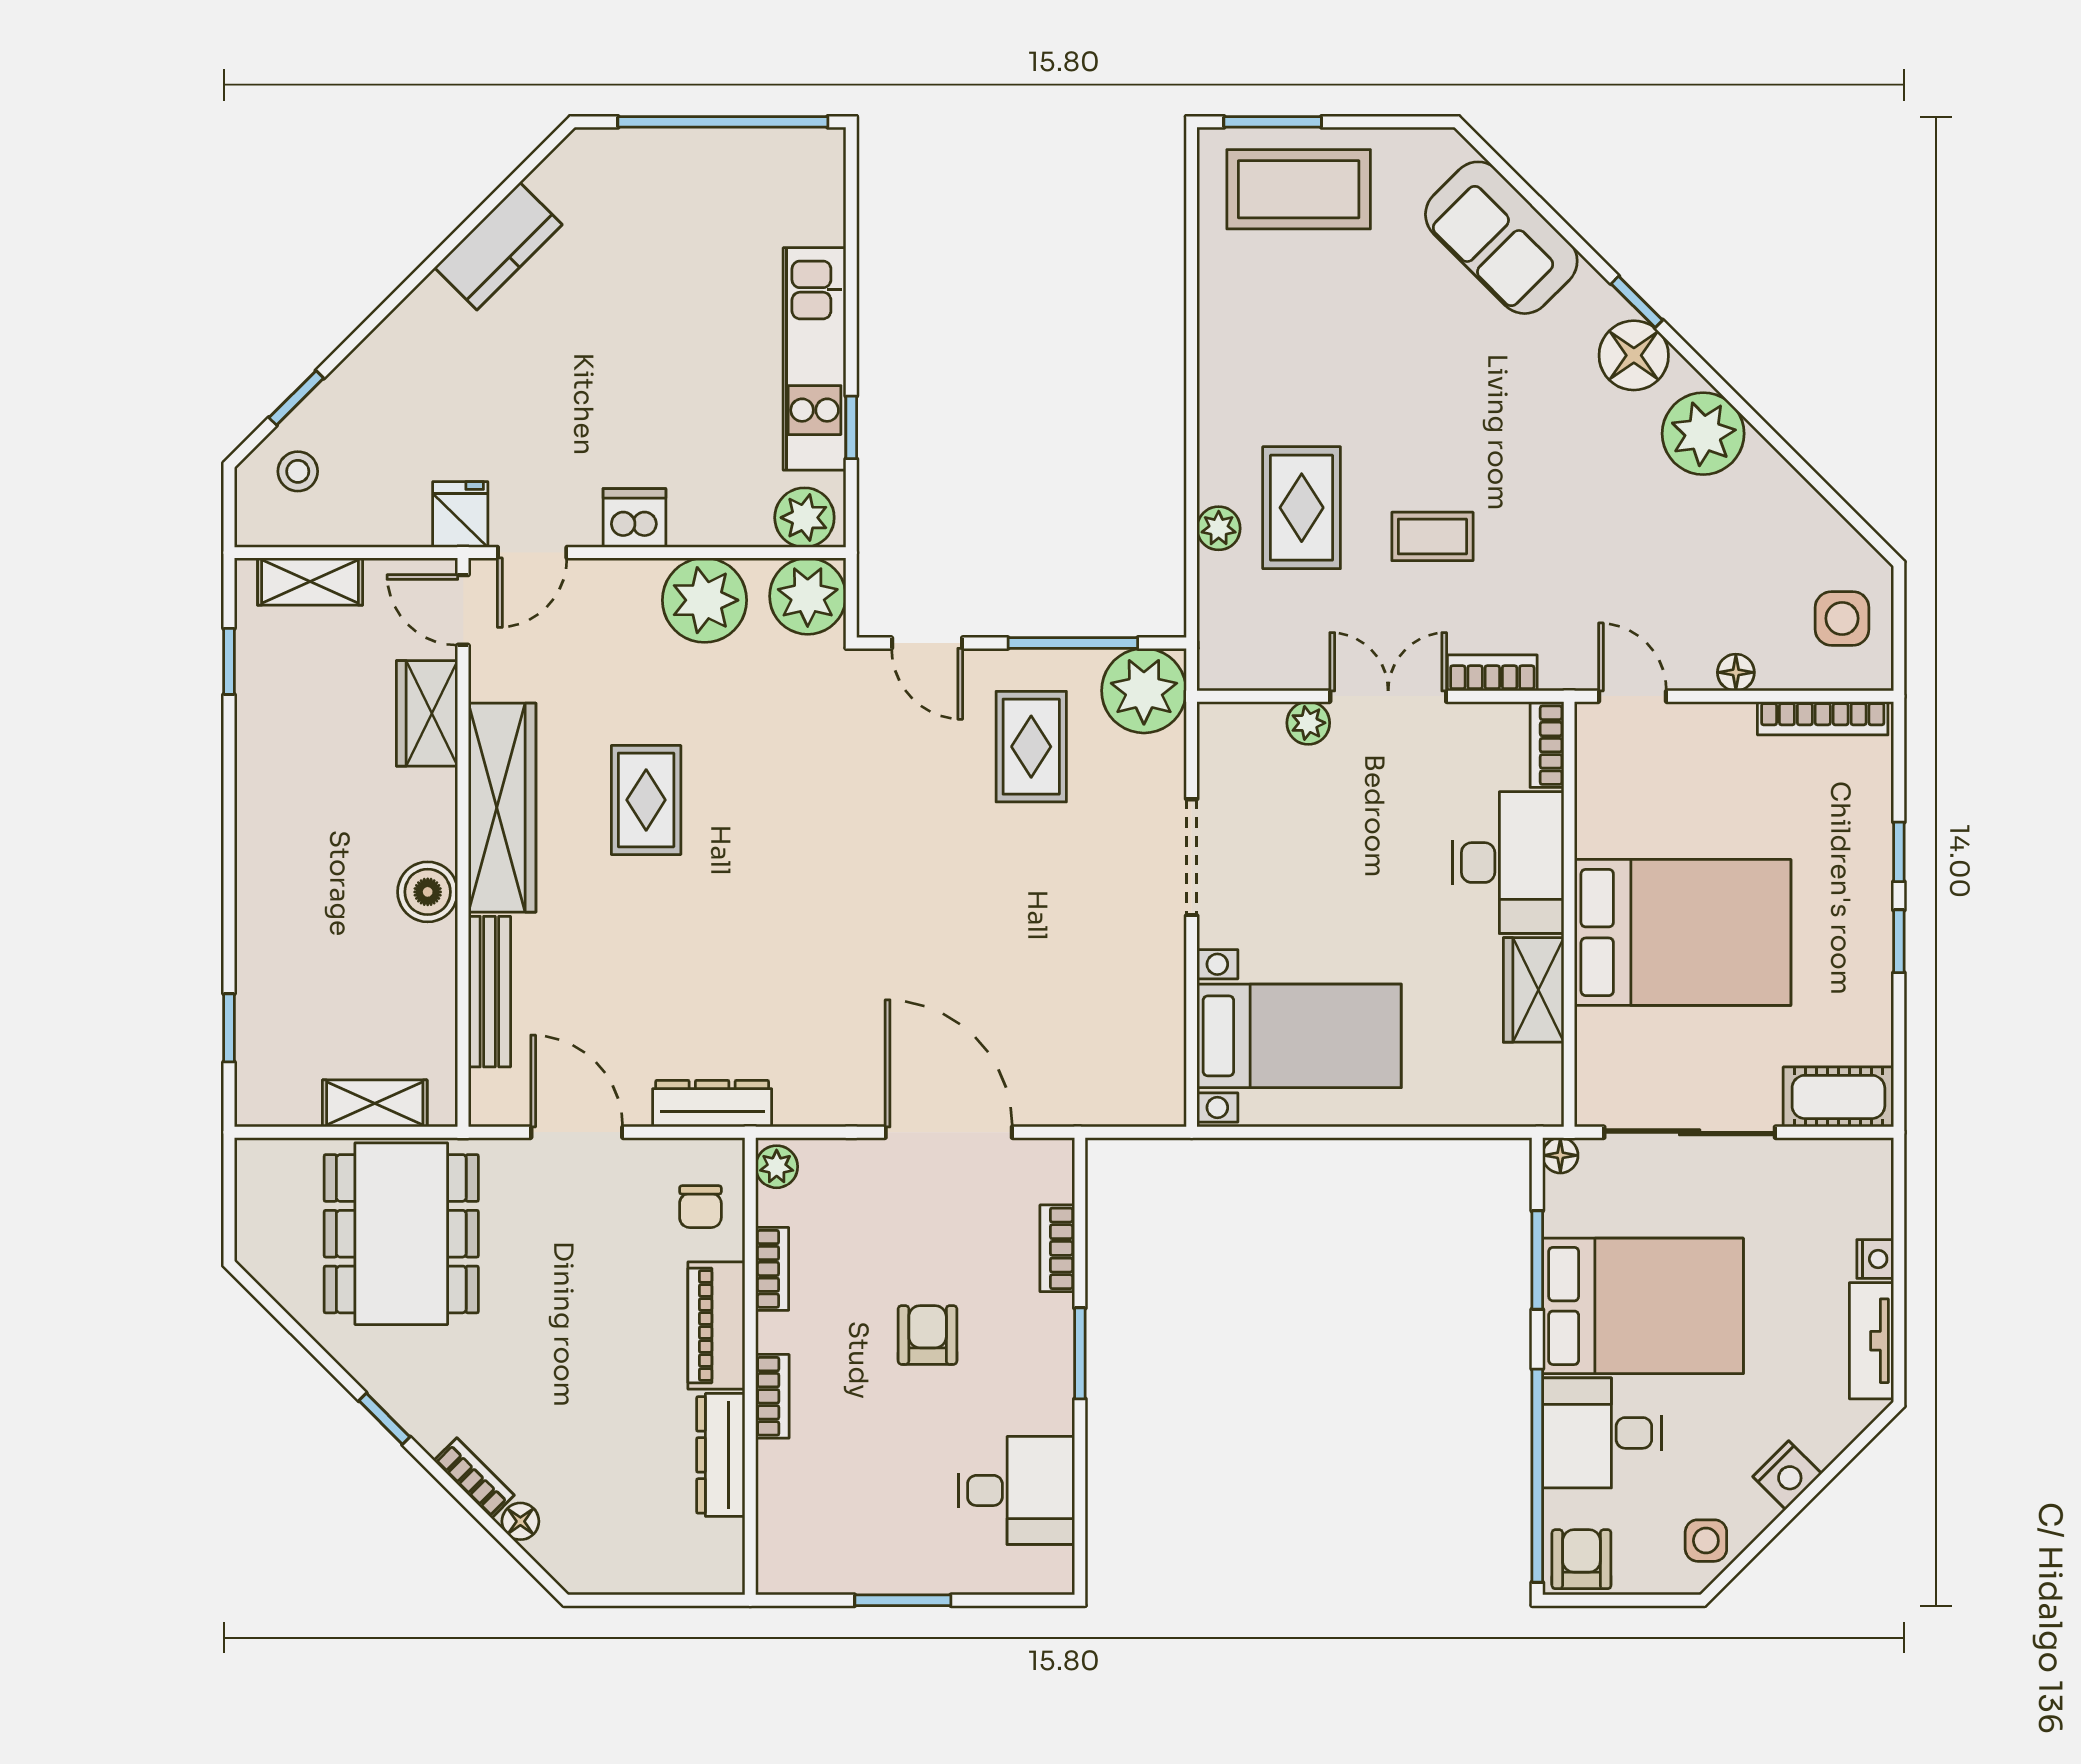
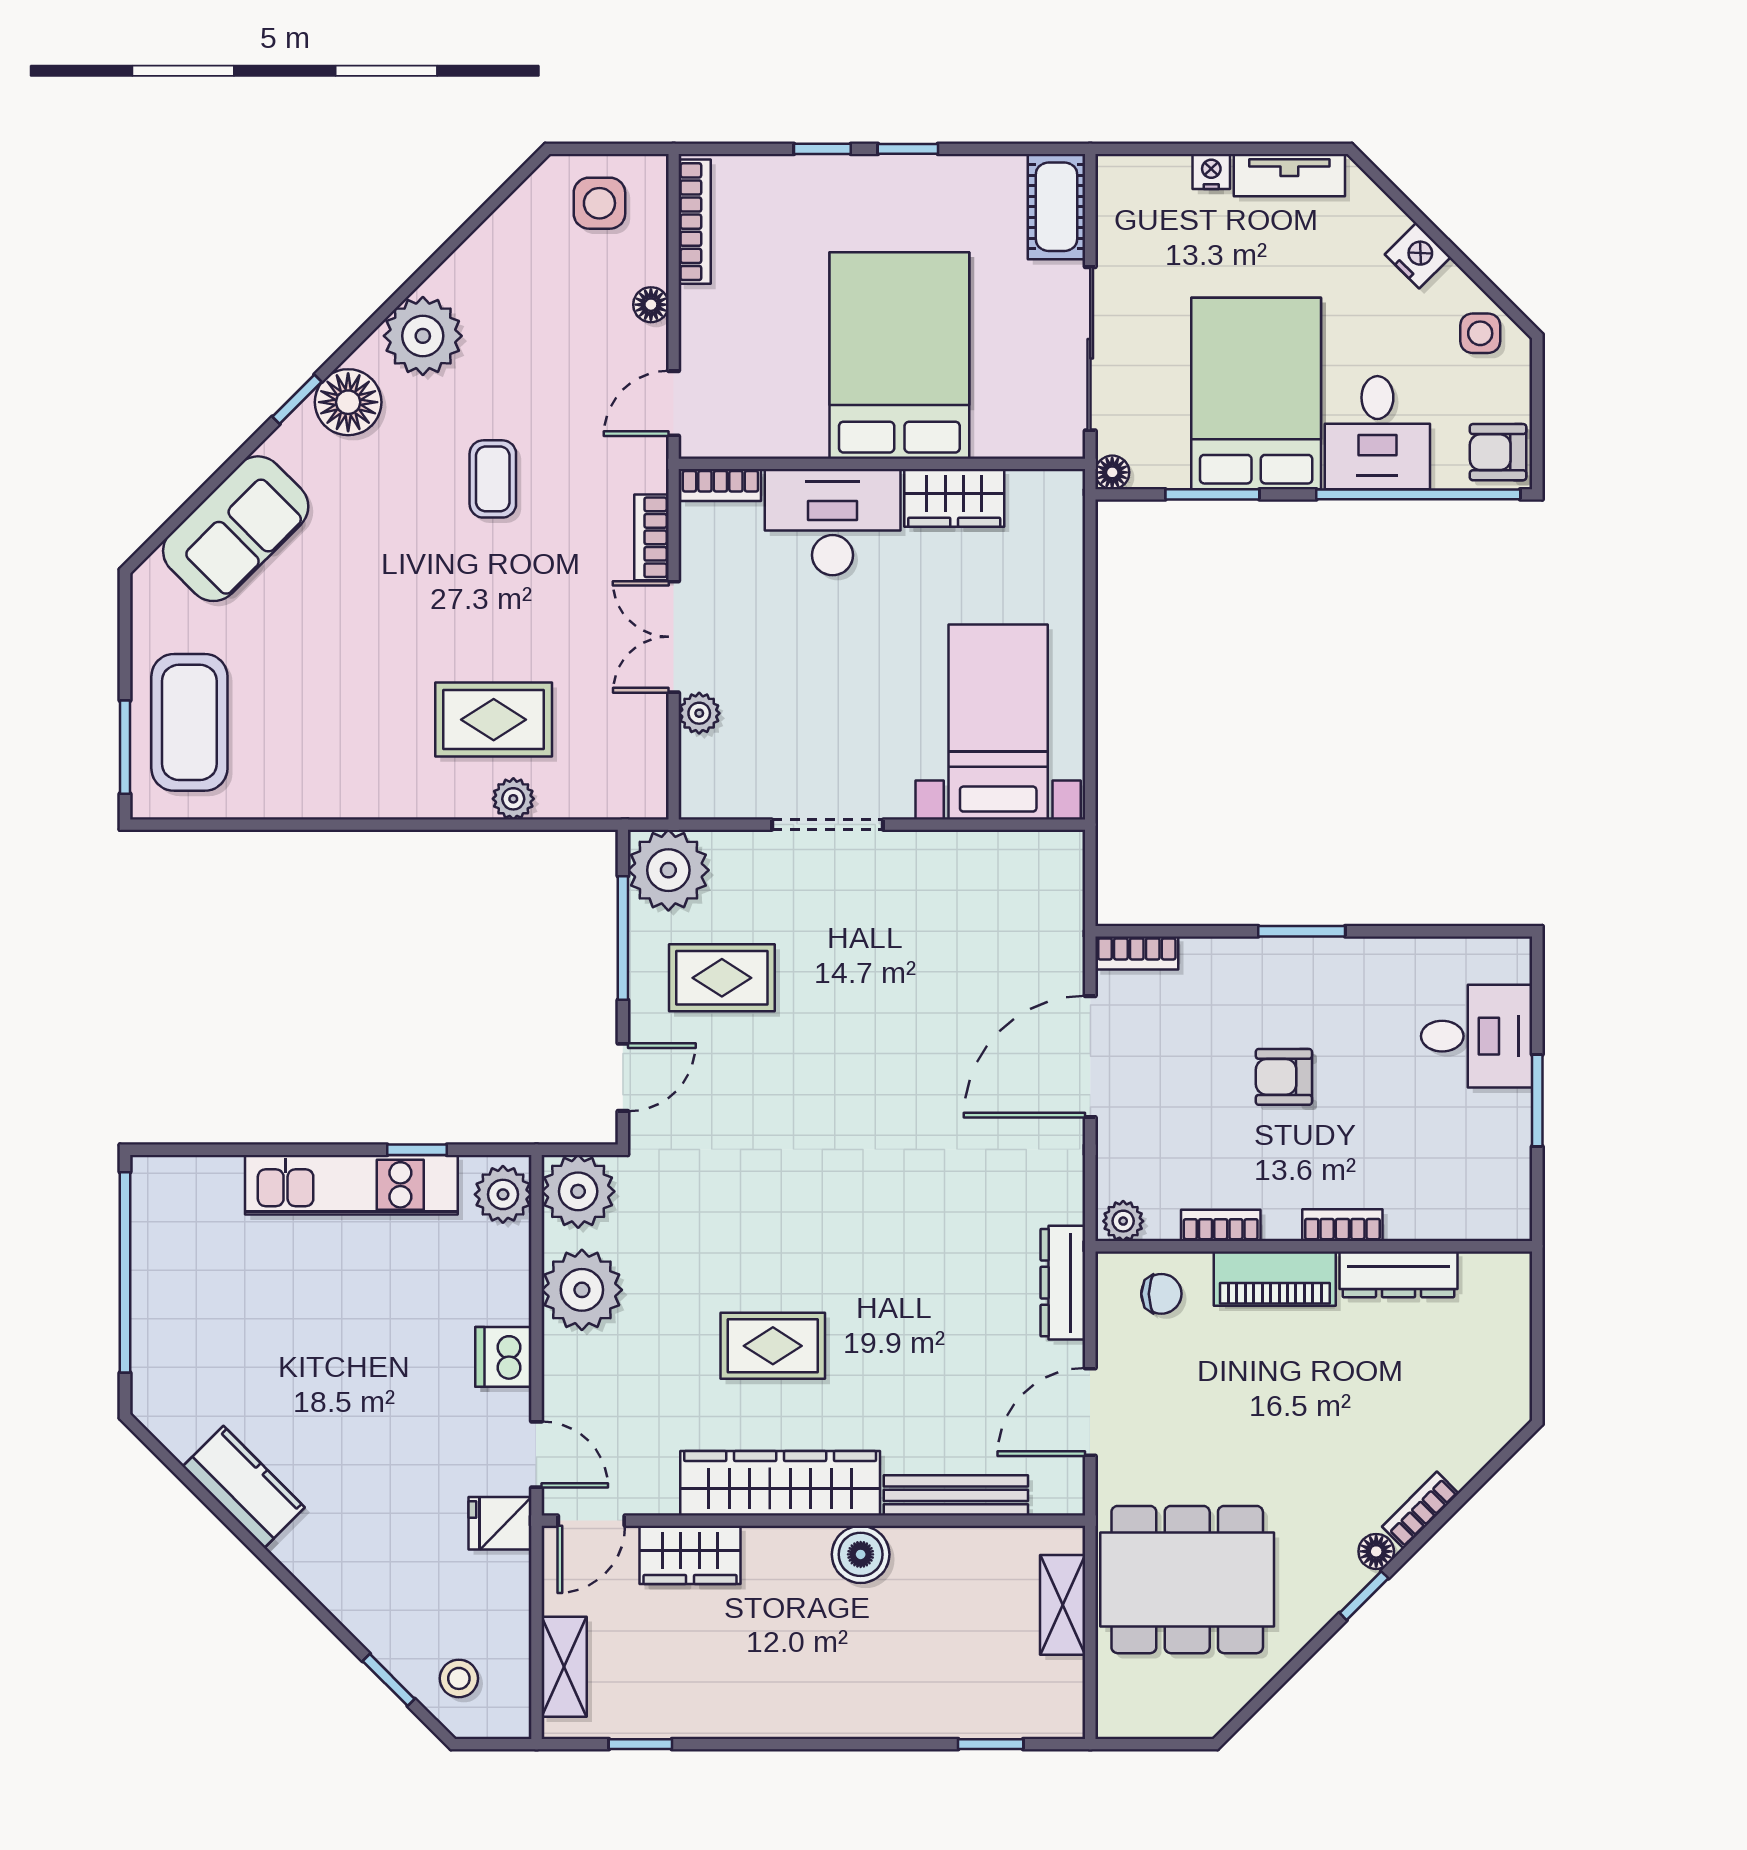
coffee table: (1432, 536) -> (493, 479), moved
bookcase: (1057, 1248) -> (1137, 953), moved
desk: (1016, 1490) -> (1477, 1036), moved, turned 90
floor lamp: (520, 1521) -> (1376, 1551), moved

